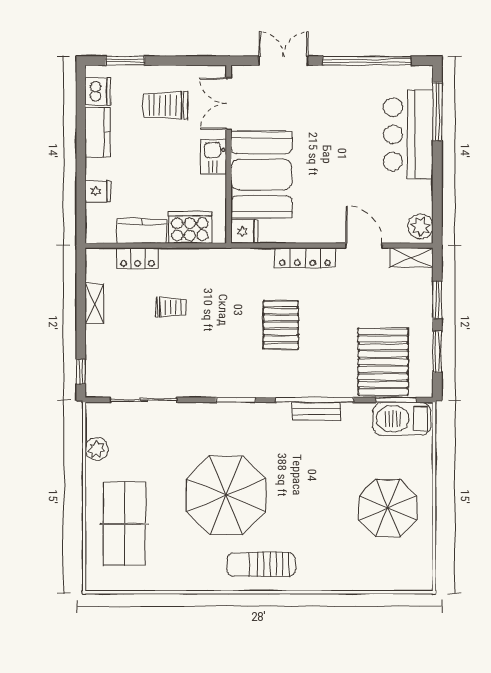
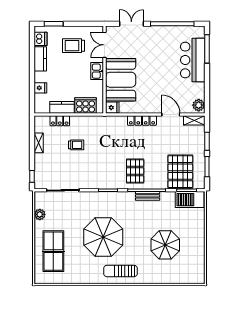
pallet: (281, 325) -> (135, 171), moved
parasol: (388, 508) -> (165, 245), moved

